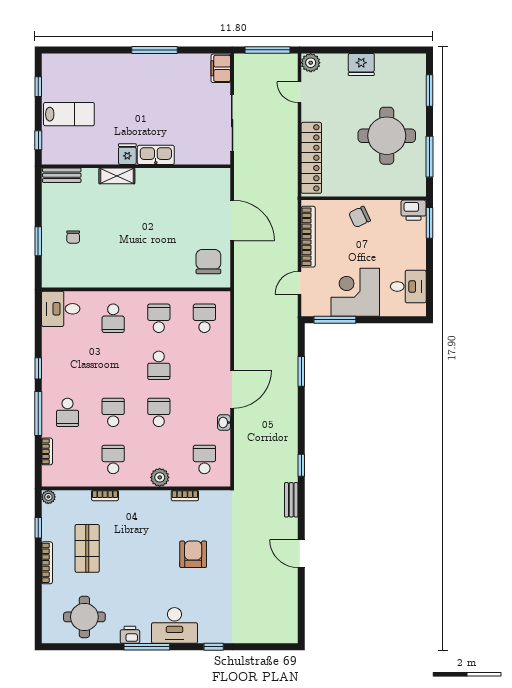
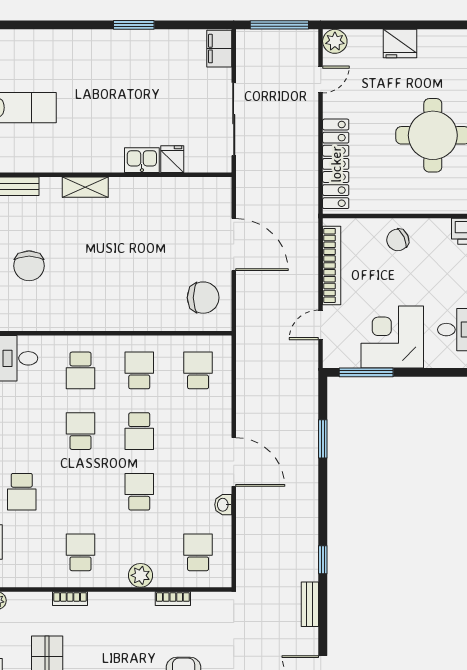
window: (155, 50) -> (134, 25), width x0.69
door: (300, 92) -> (321, 80), swing flipped
fridge: (127, 154) -> (172, 159), moved
kitchen sink: (156, 155) -> (142, 160), width x0.73
chair: (73, 237) -> (29, 266), width x1.87, depth x1.87
chair: (208, 262) -> (203, 298), turned 90
door: (232, 389) -> (234, 462), hinge flipped
school desk: (113, 412) -> (81, 431), moved

